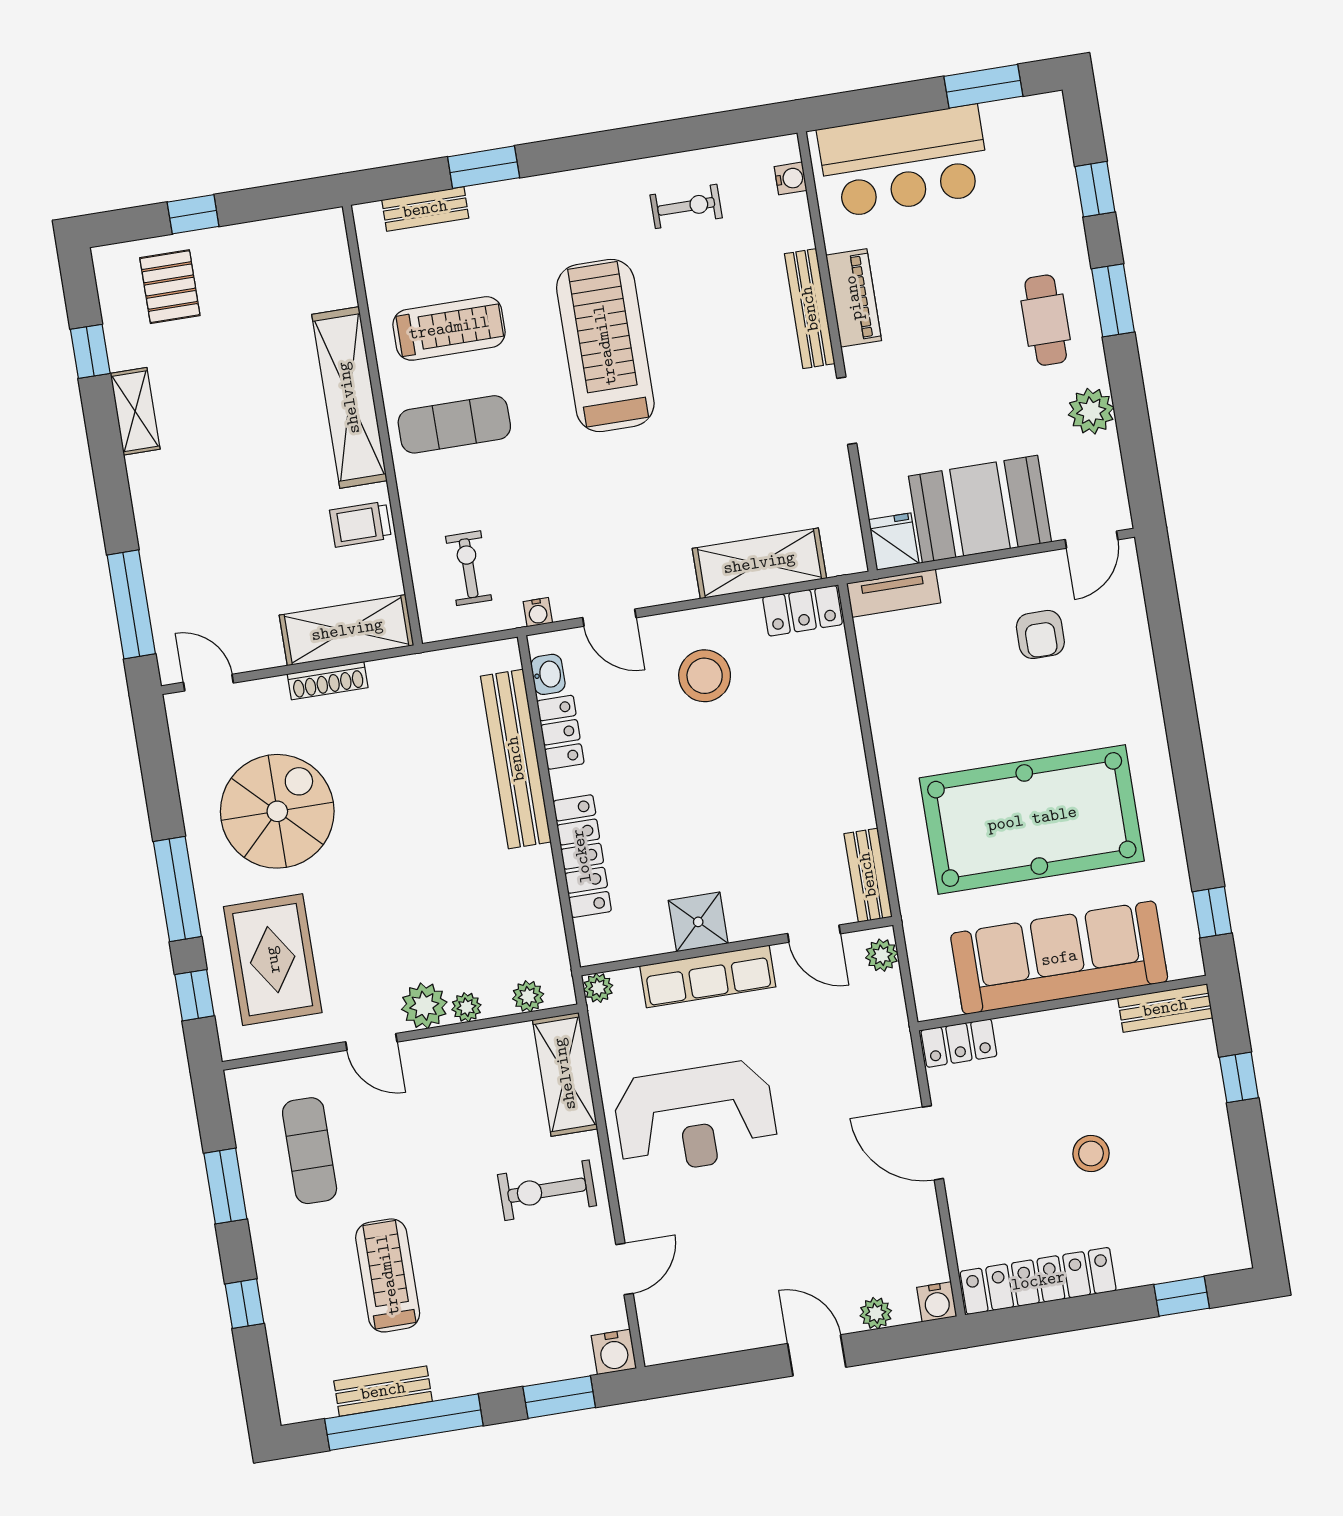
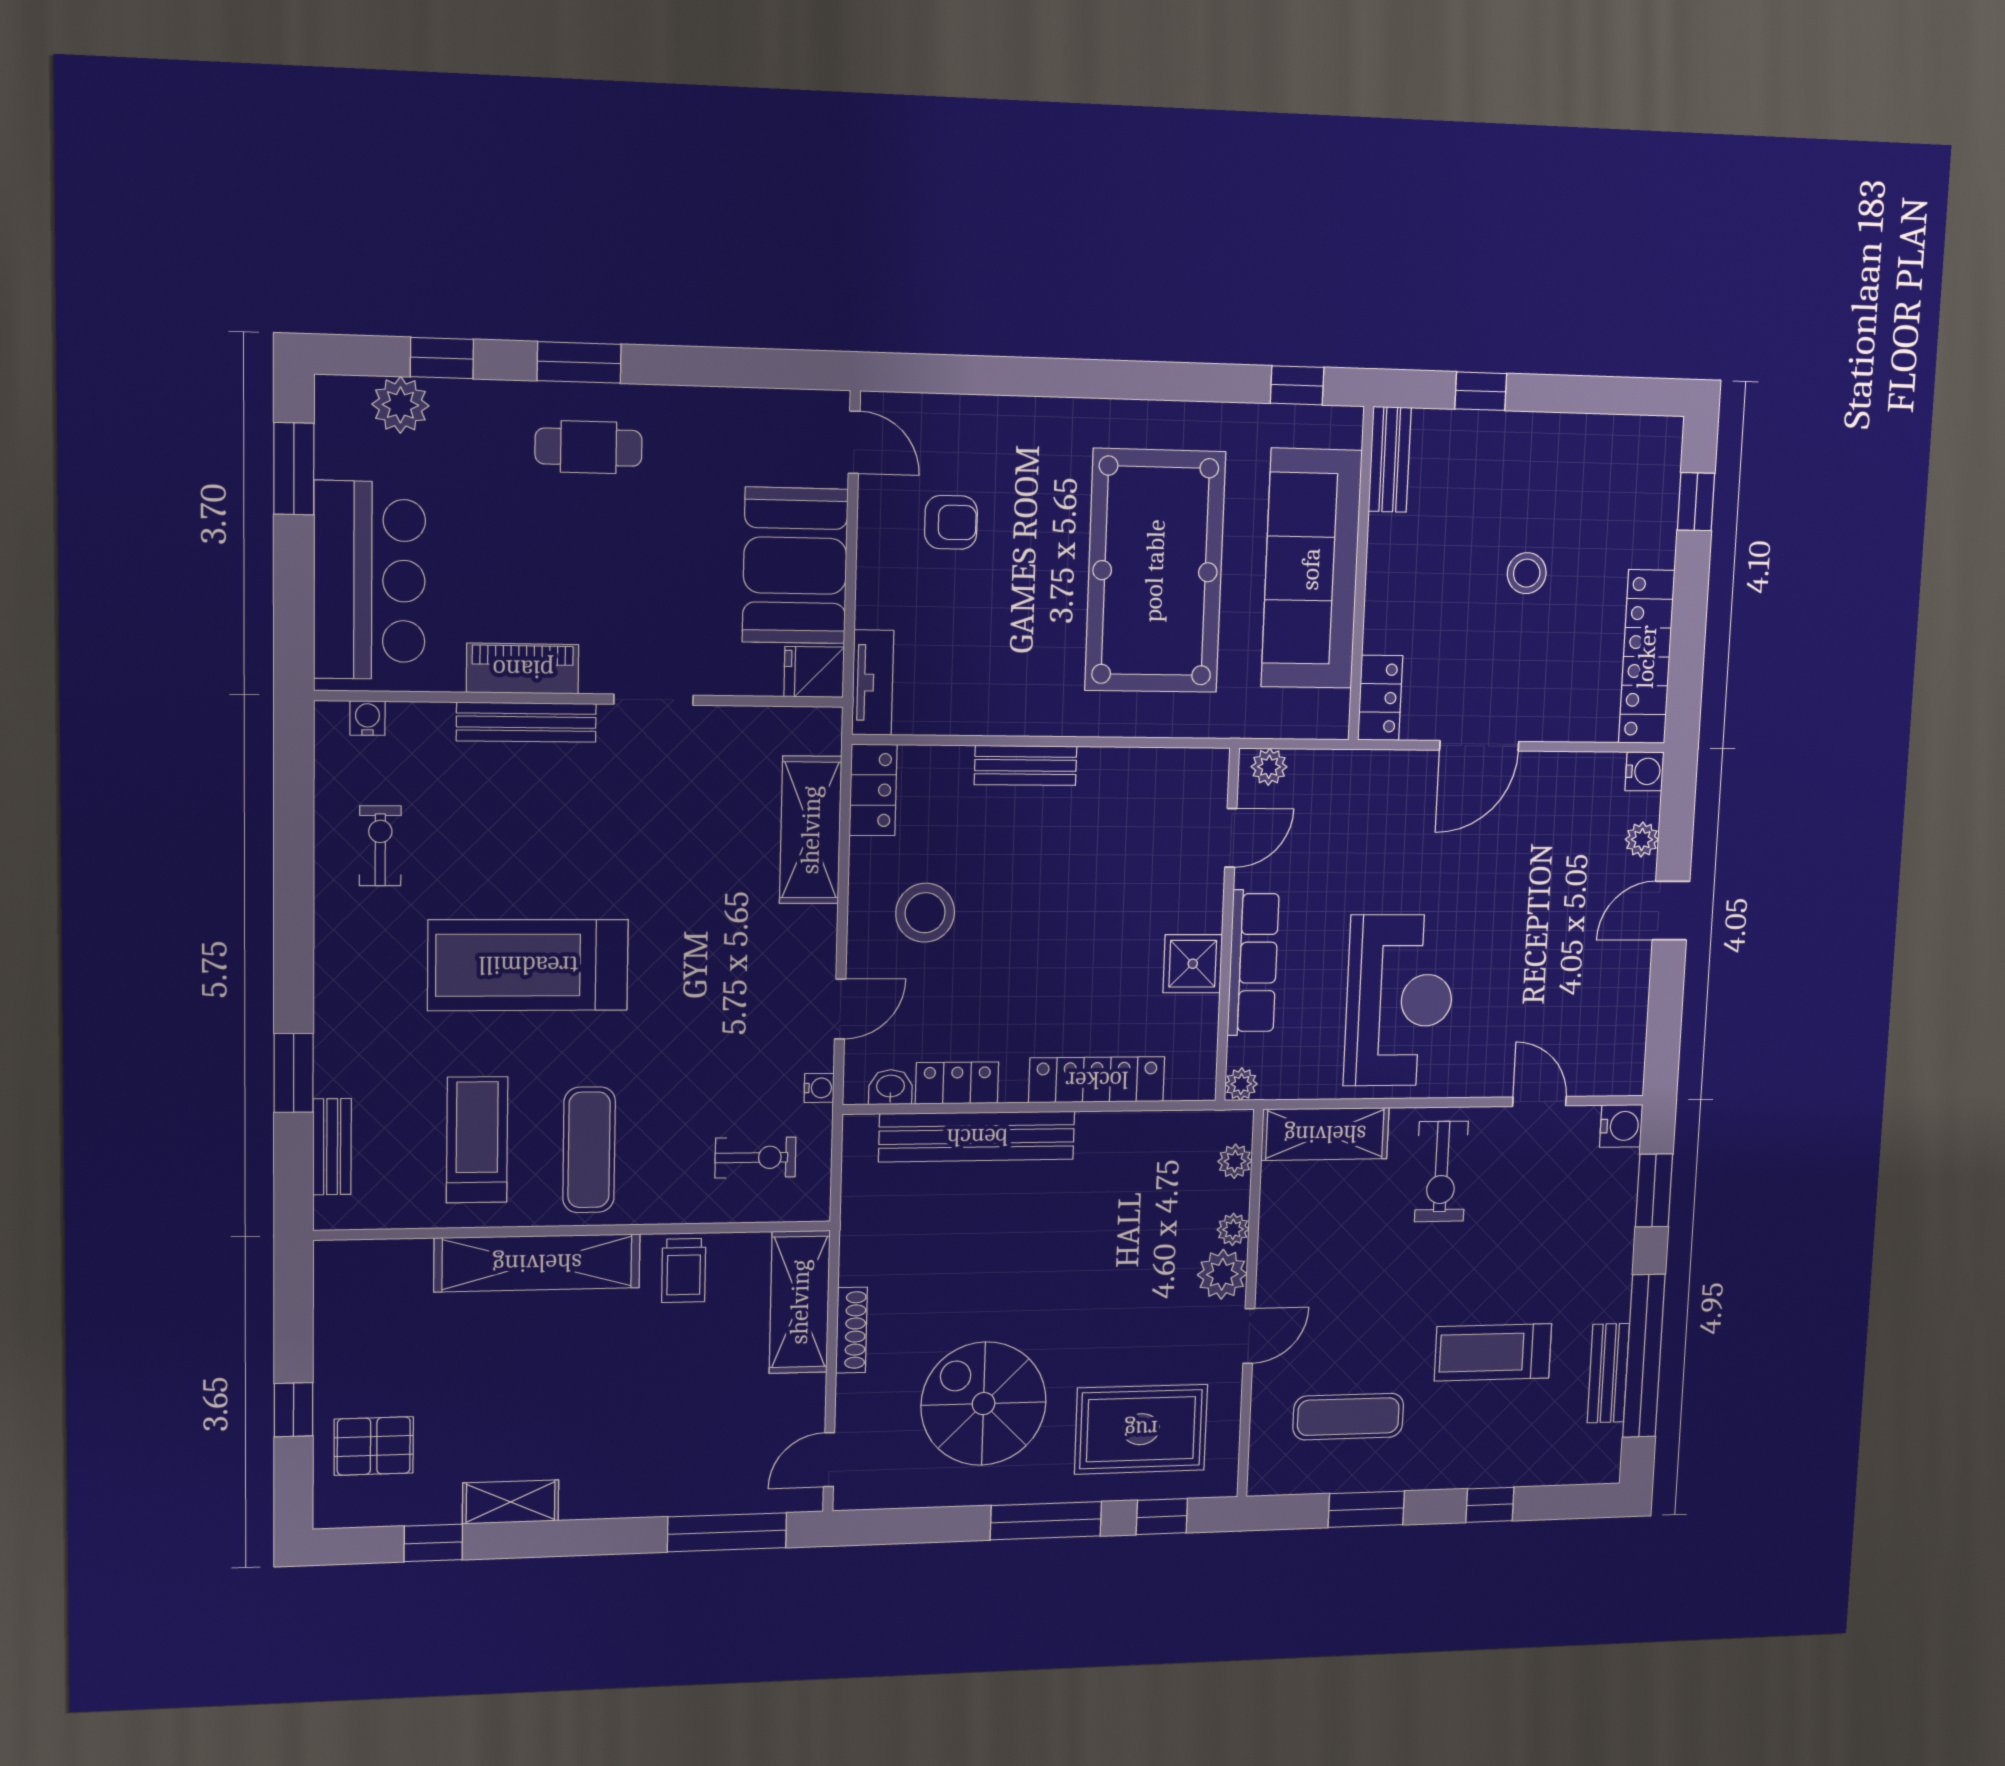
plant: (1091, 411) -> (400, 405), moved
exercise bike: (469, 568) -> (755, 1158), turned 180
bench: (868, 875) -> (1026, 765), moved

